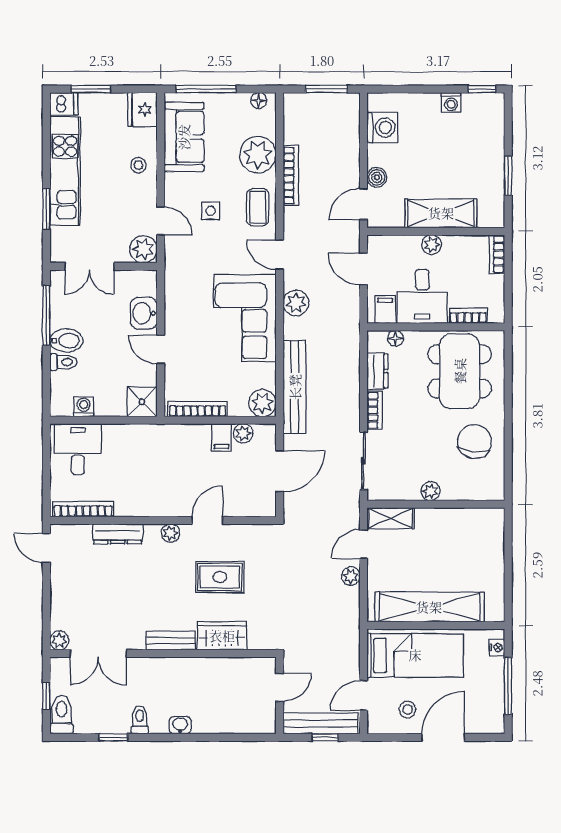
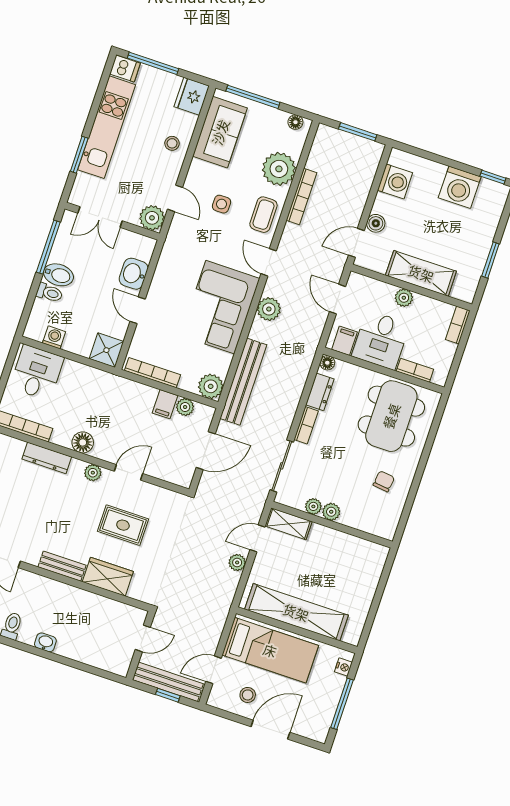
window: (91, 89) -> (153, 63), width x1.44
washing machine: (451, 102) -> (460, 187), width x1.89, depth x1.89
floor lamp: (395, 338) -> (327, 363), moved
chair: (474, 441) -> (384, 481), width x0.54, depth x0.54
plant: (410, 492) -> (313, 506), added
floor lamp: (149, 505) -> (83, 442), added

